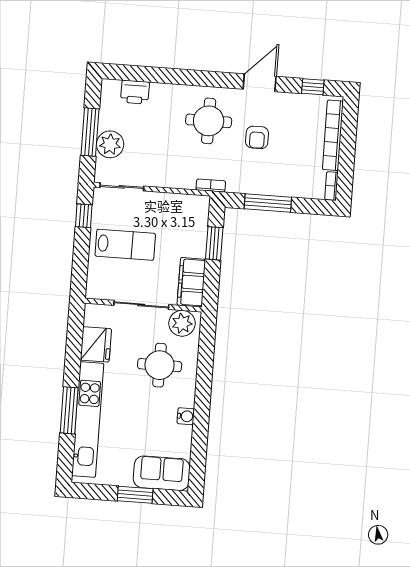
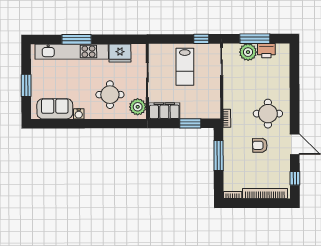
printer: (135, 92) -> (266, 51), moved, turned -90
sofa: (162, 473) -> (55, 109), moved, turned -90

